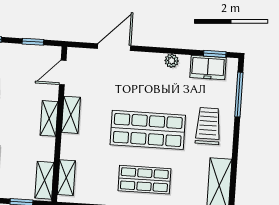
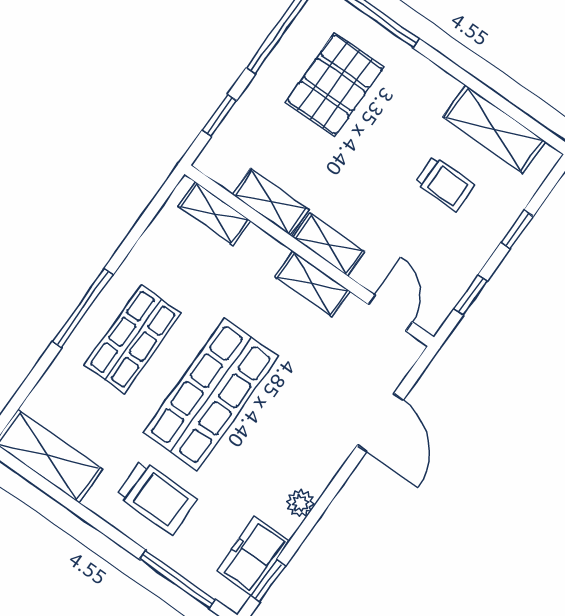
shelving: (44, 180) -> (270, 202), moved

